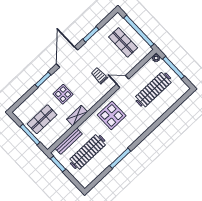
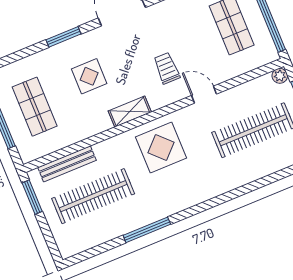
shelving: (77, 116) -> (130, 112), moved
shop shelf: (42, 119) -> (35, 107), turned 90

